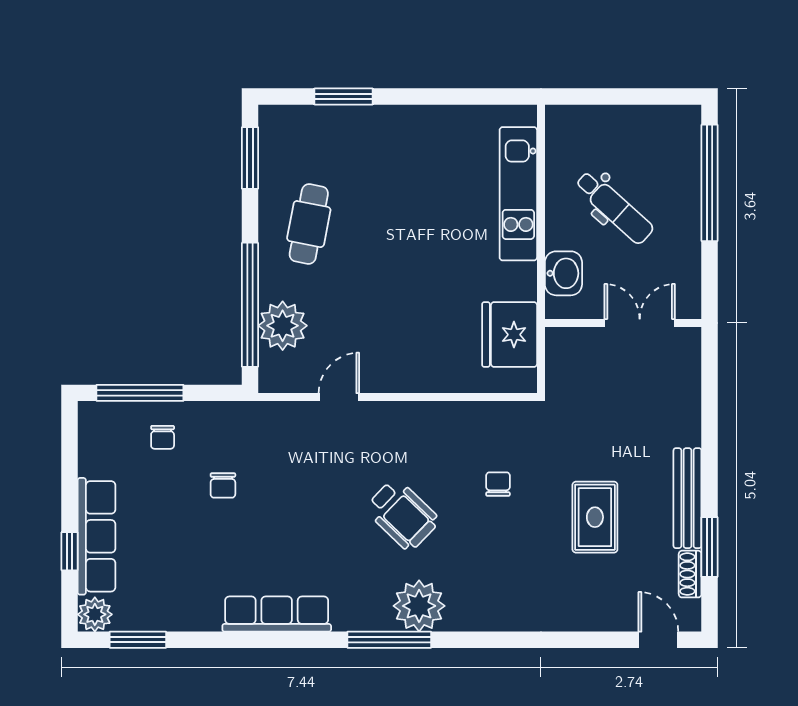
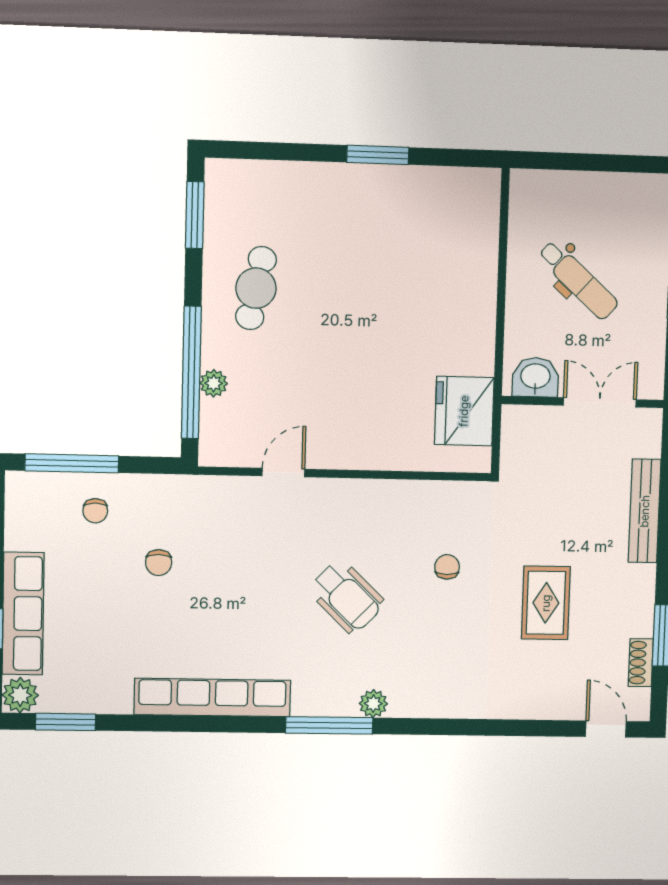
window: (344, 96) -> (378, 155), moved
kitchen unit: (518, 194) -> (479, 263), removed
washbasin: (563, 273) -> (535, 377), moved, turned -90
plant: (283, 326) -> (214, 383), width x0.53, depth x0.53
bench: (687, 498) -> (645, 511), moved
plant: (419, 606) -> (373, 704), width x0.53, depth x0.53
row of seats: (277, 614) -> (212, 697), width x1.36

